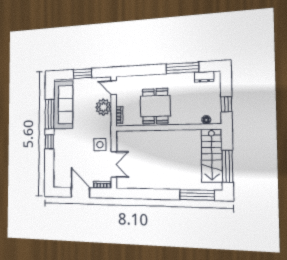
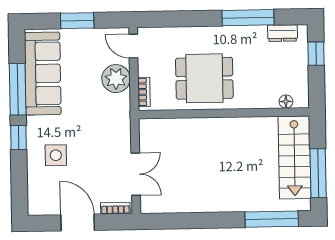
window: (226, 104) -> (316, 54), moved
dining table: (155, 106) -> (204, 78), turned 90
side table: (100, 145) -> (56, 155), moved

